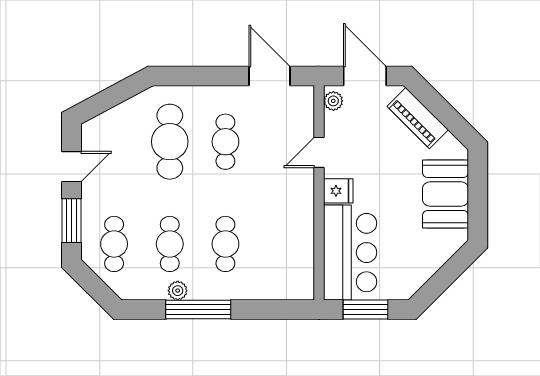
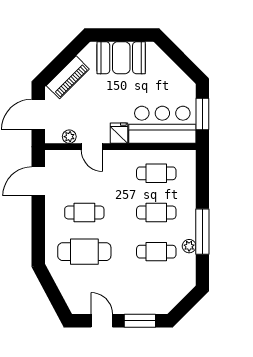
plant: (333, 101) -> (69, 137), moved
cafe table: (114, 244) -> (156, 173), moved

